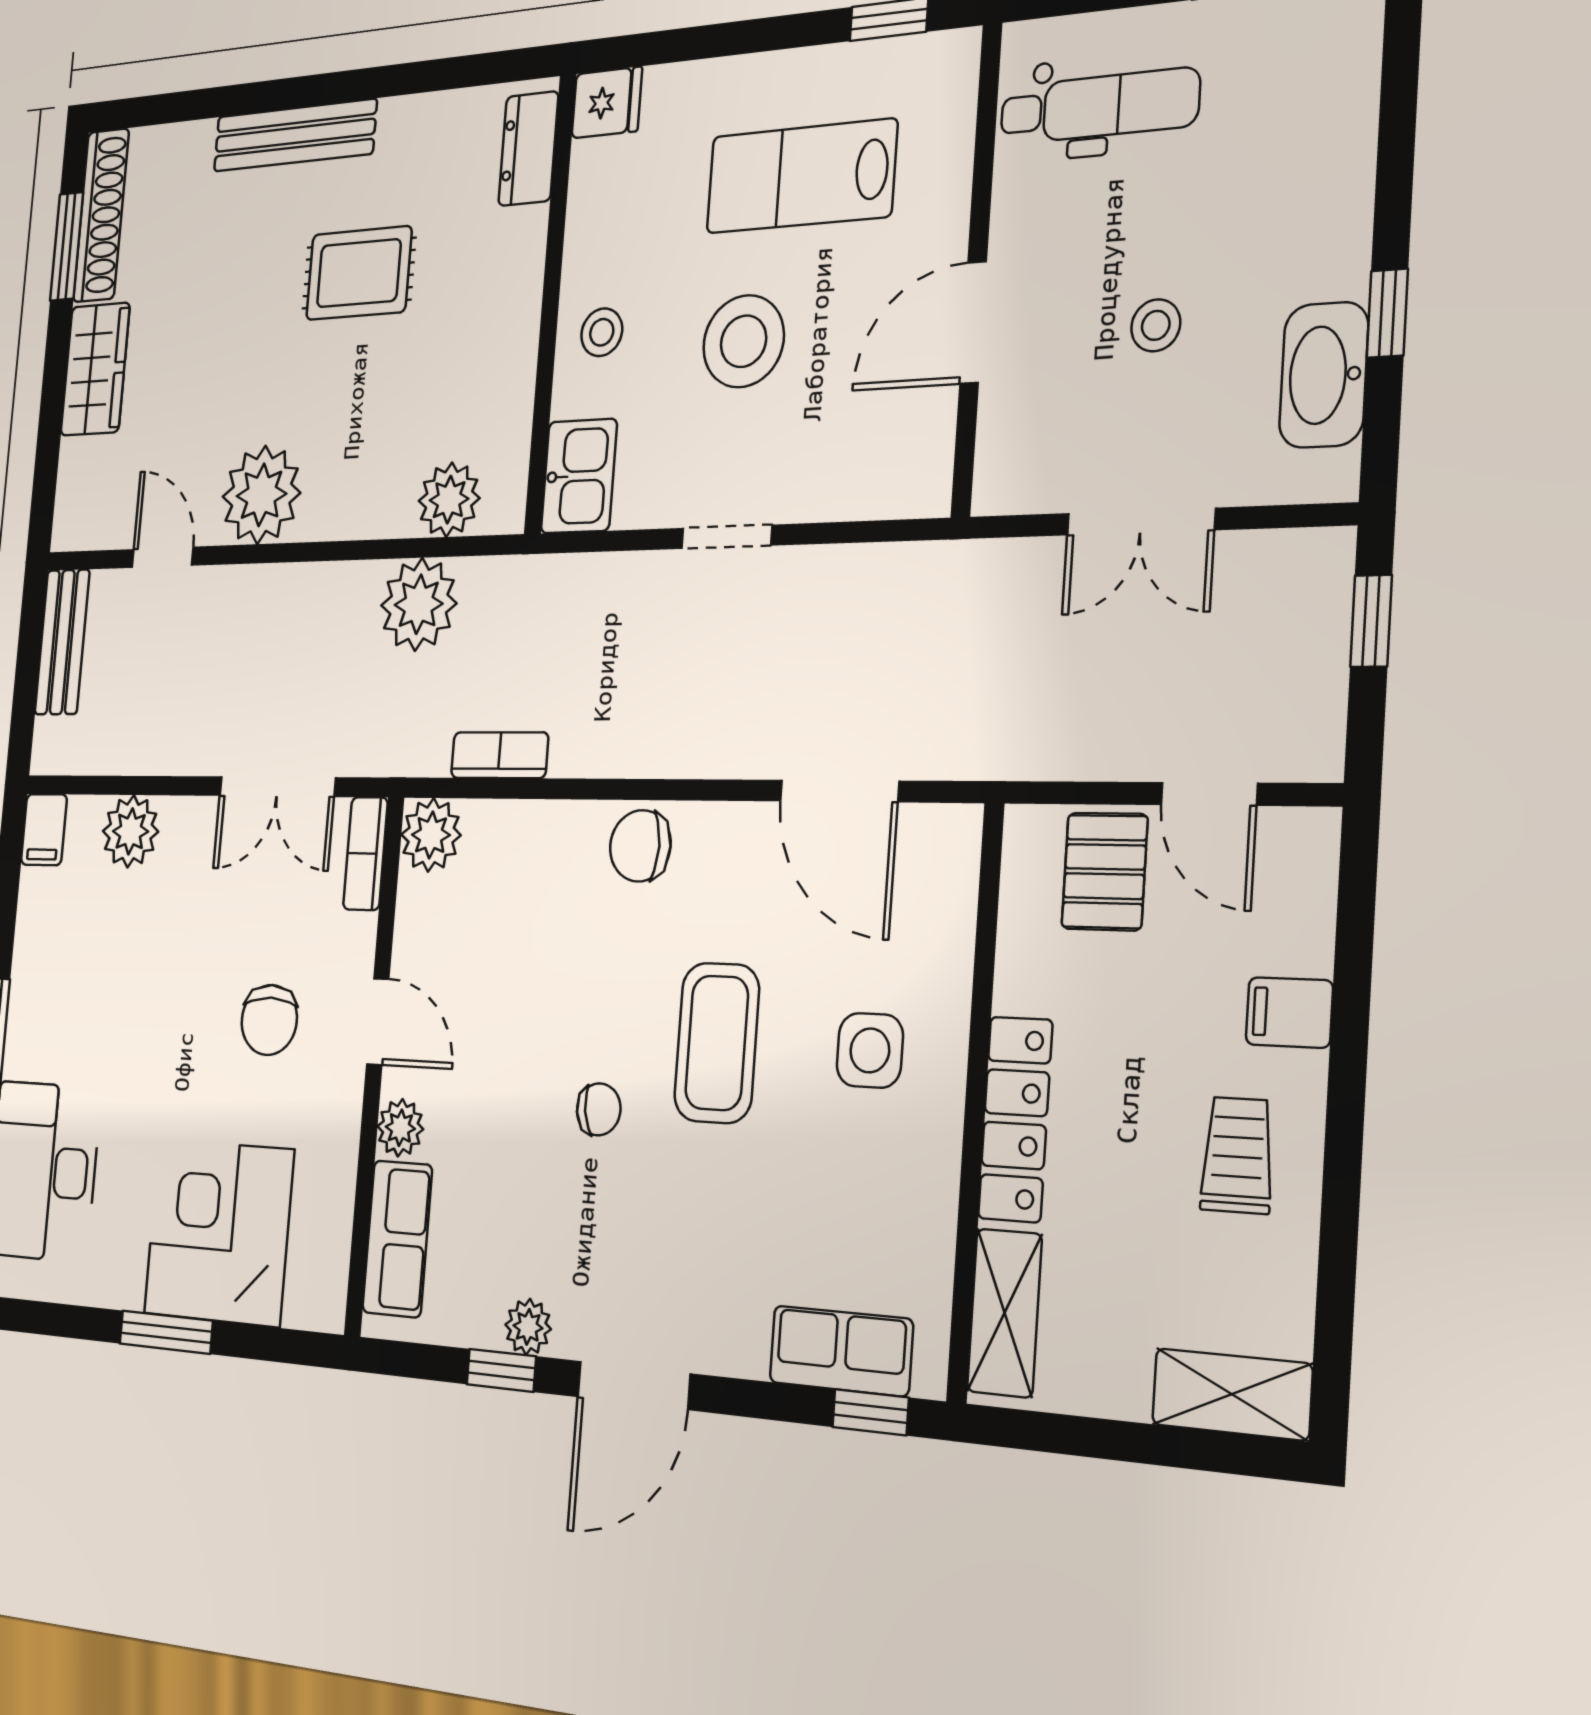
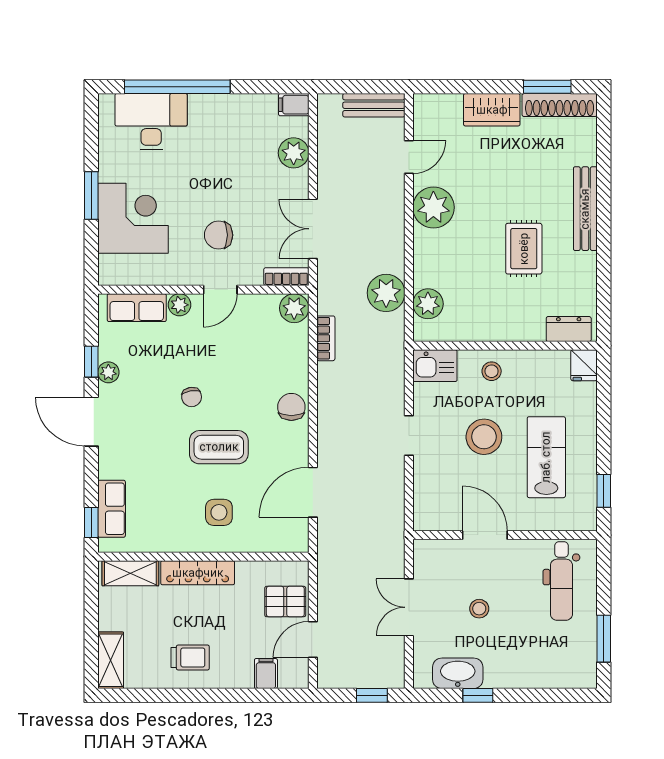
filing cabinet: (1289, 1013) -> (266, 673), moved

